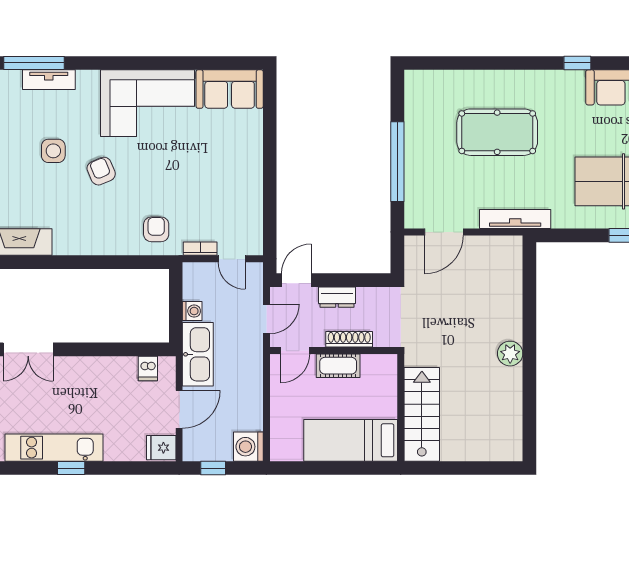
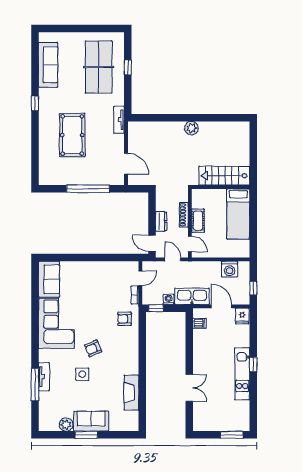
window: (577, 63) -> (35, 103), moved
tv unit: (515, 219) -> (119, 120), width x0.71
window: (176, 288) -> (156, 308), added
washing machine: (248, 447) -> (230, 269), moved

